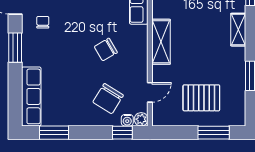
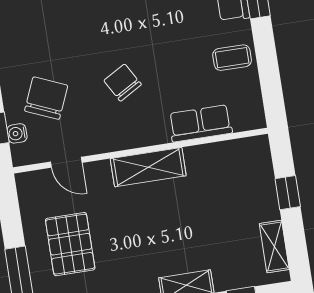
chair: (108, 99) -> (46, 98), turned 81
plant: (141, 119) -> (22, 155), removed

